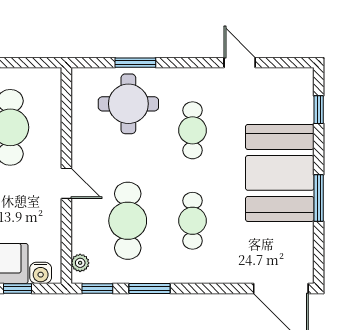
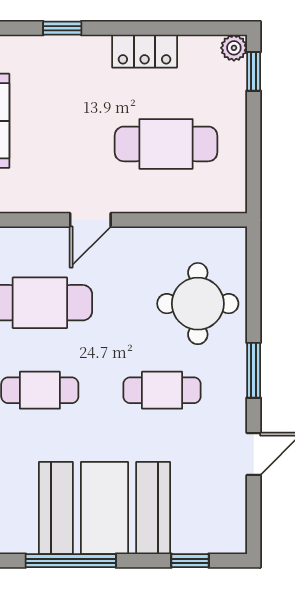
window: (135, 63) -> (254, 370), moved
window: (319, 198) -> (71, 561), width x1.44

